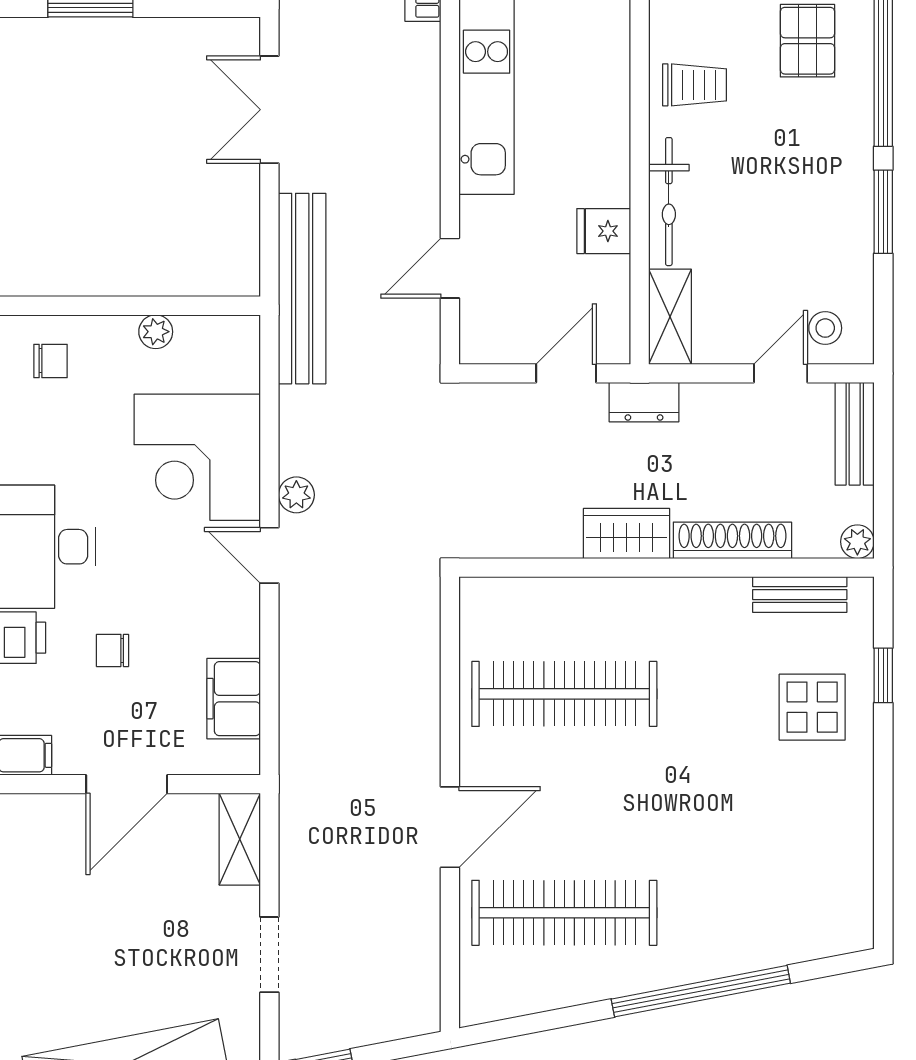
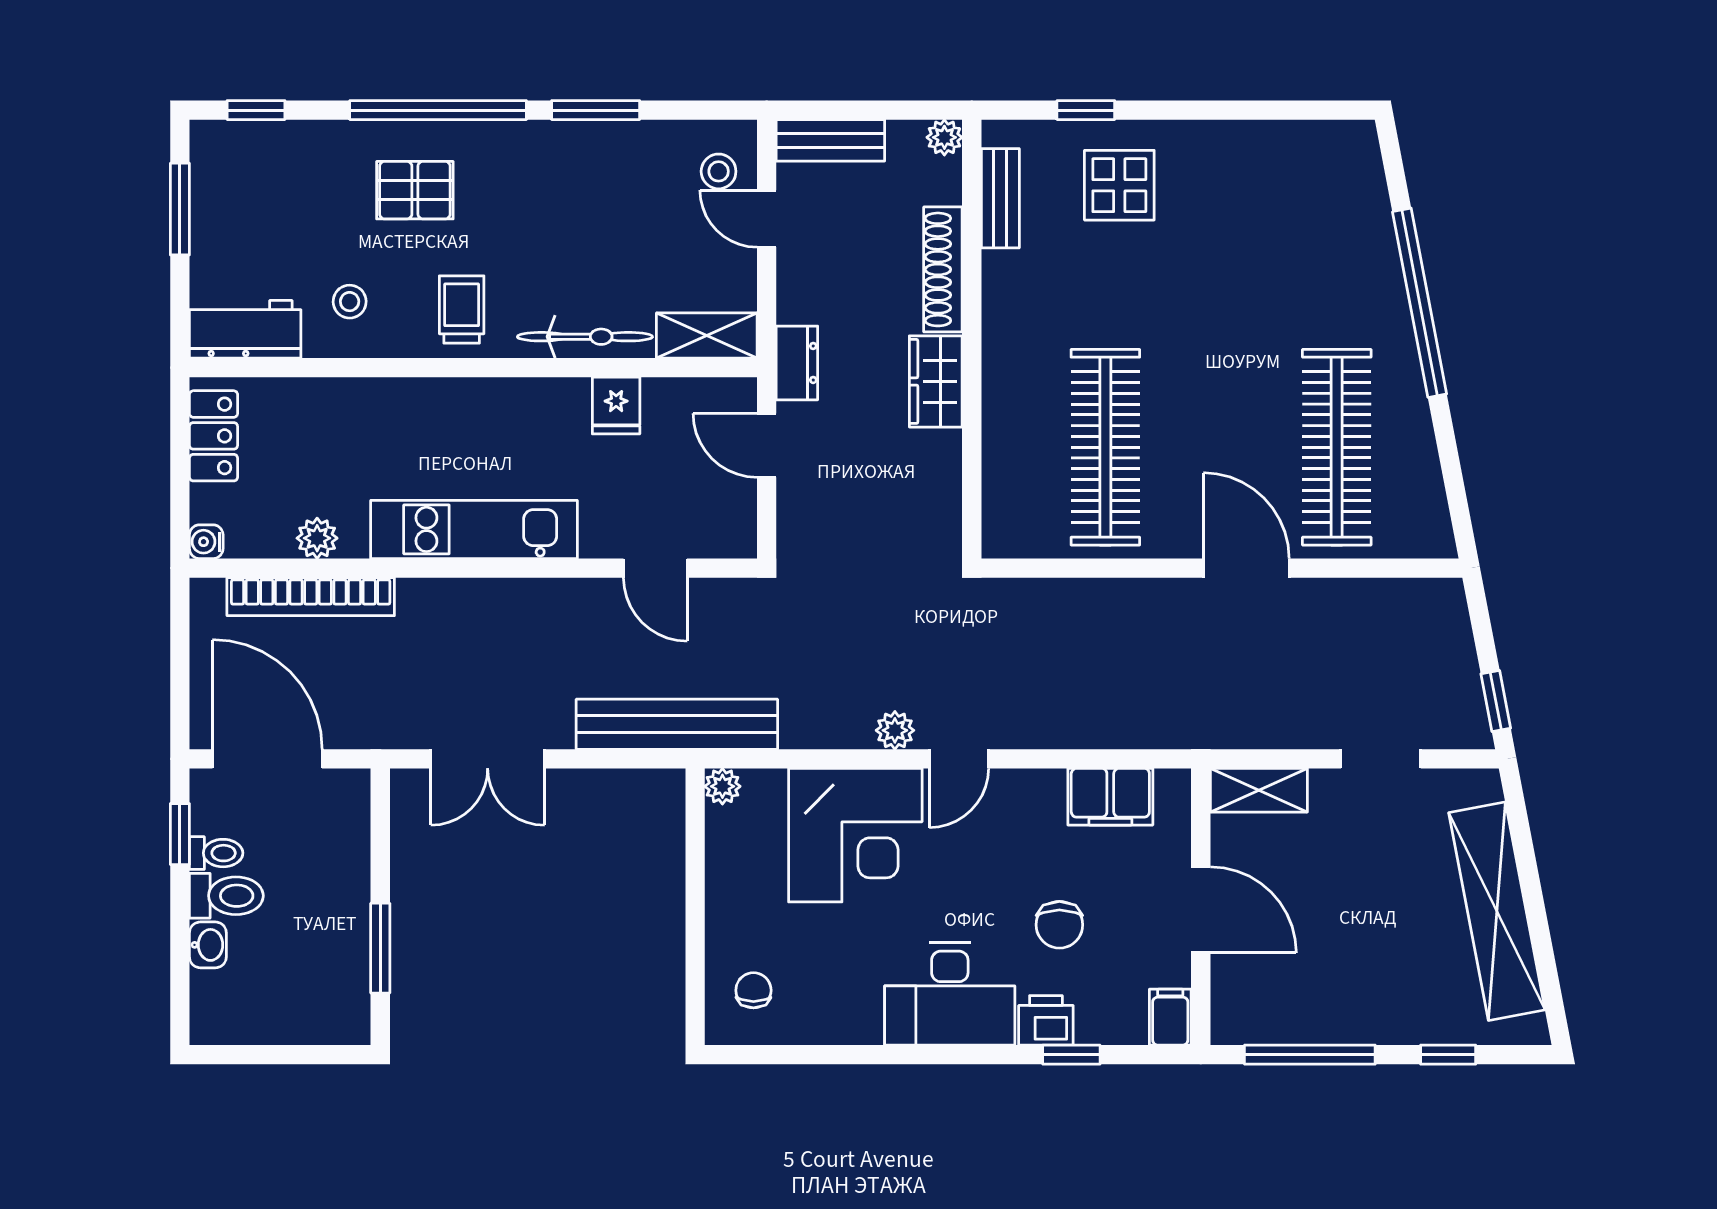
plant: (156, 332) -> (722, 786), moved
chair: (113, 650) -> (1059, 925), width x1.37, depth x1.37

